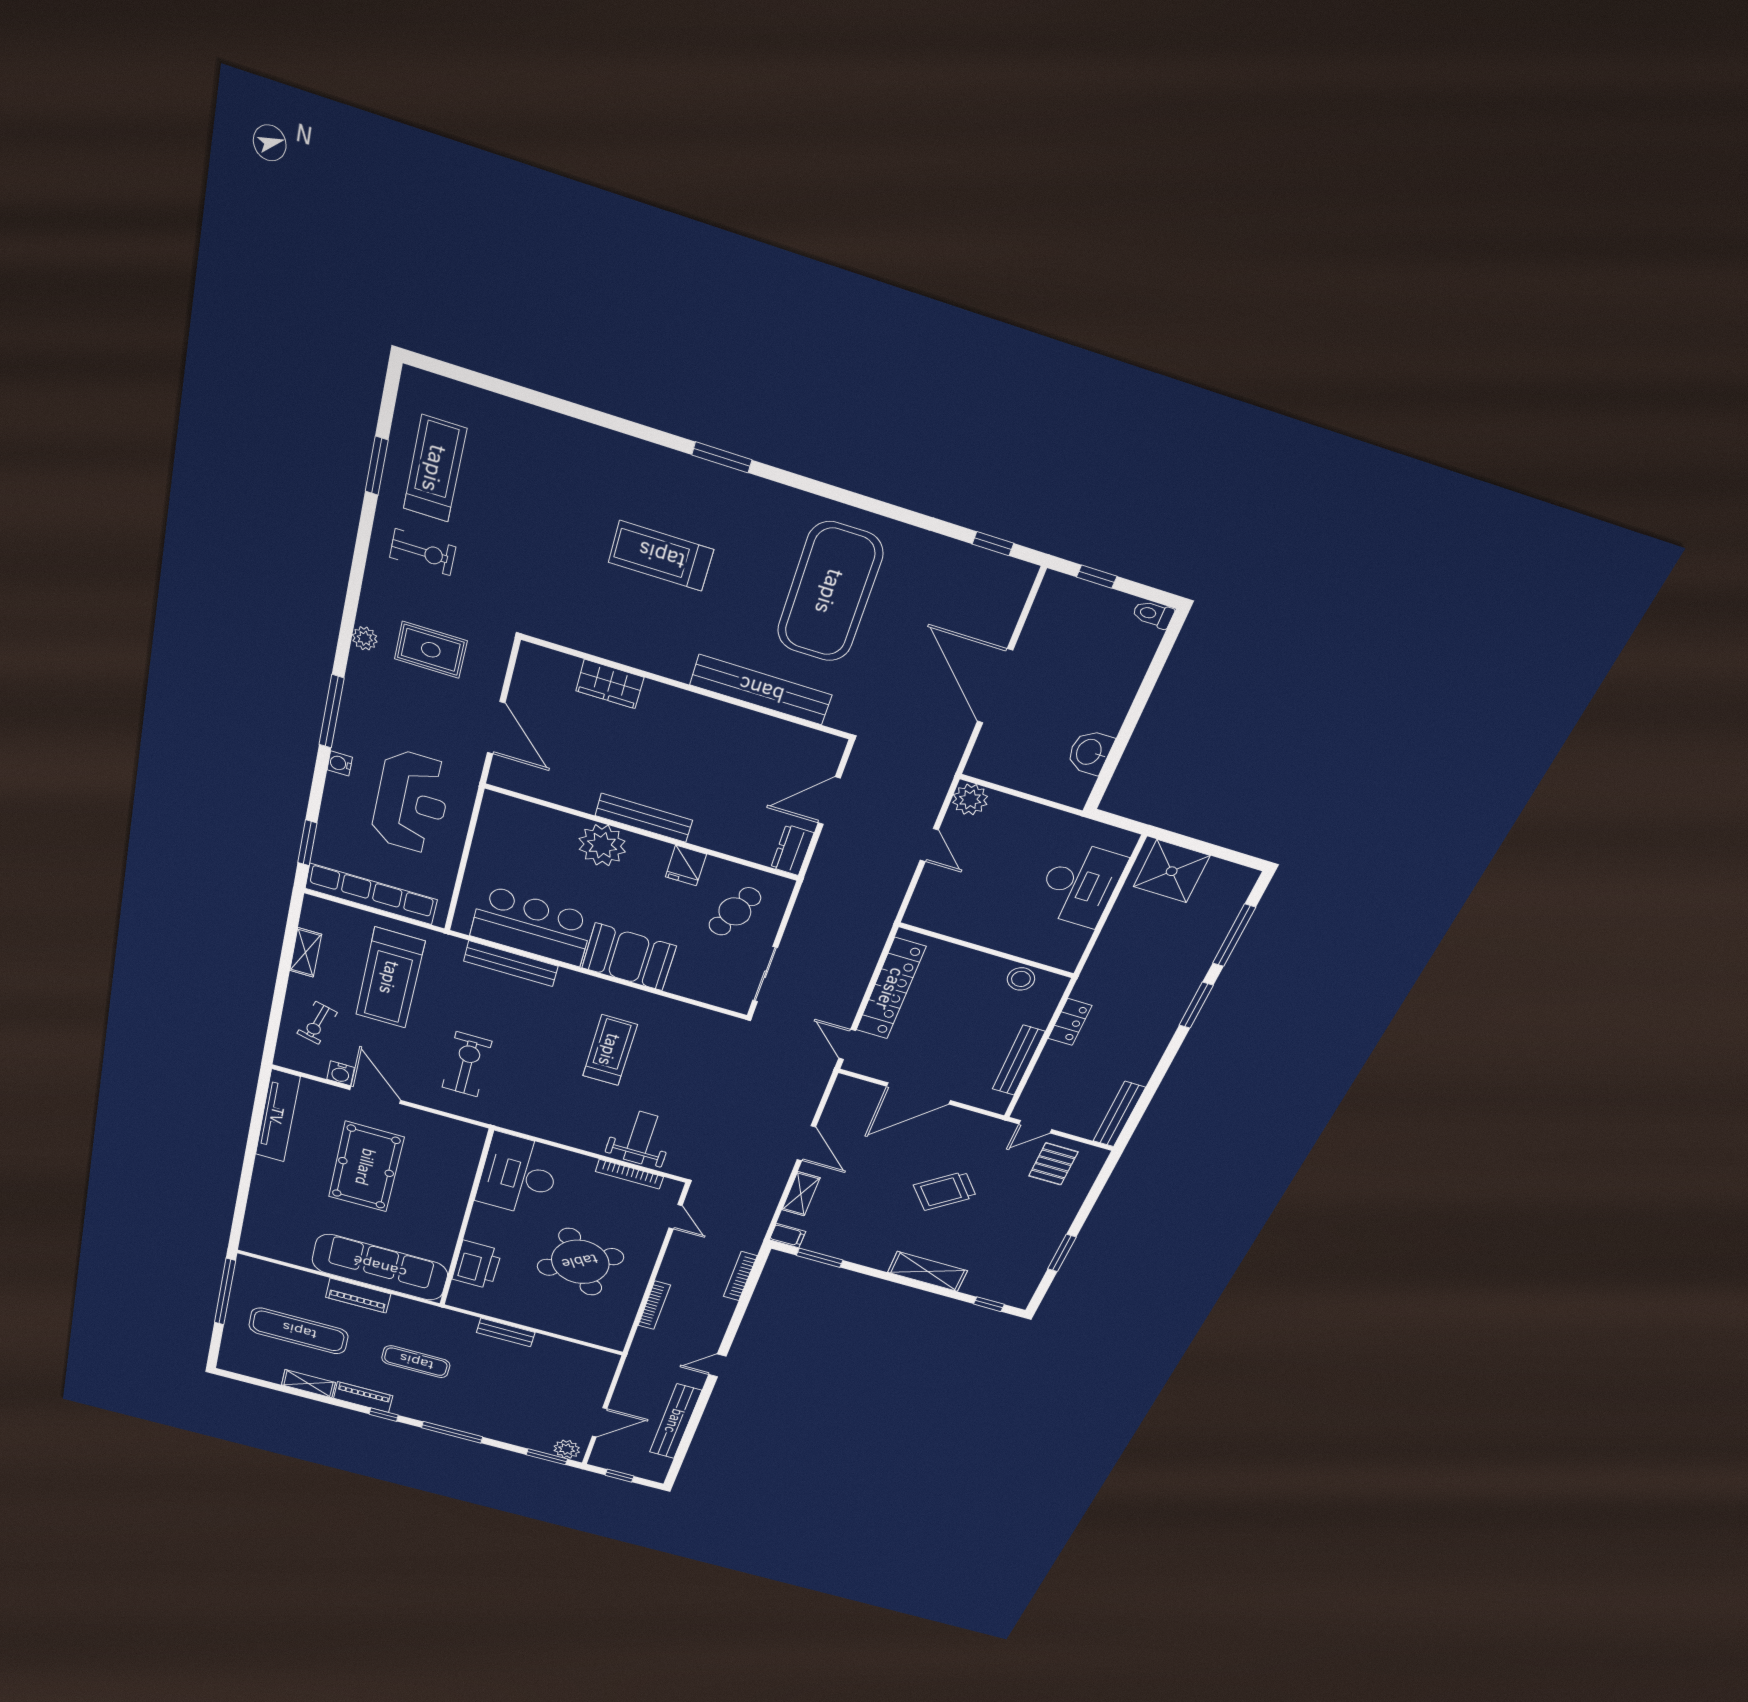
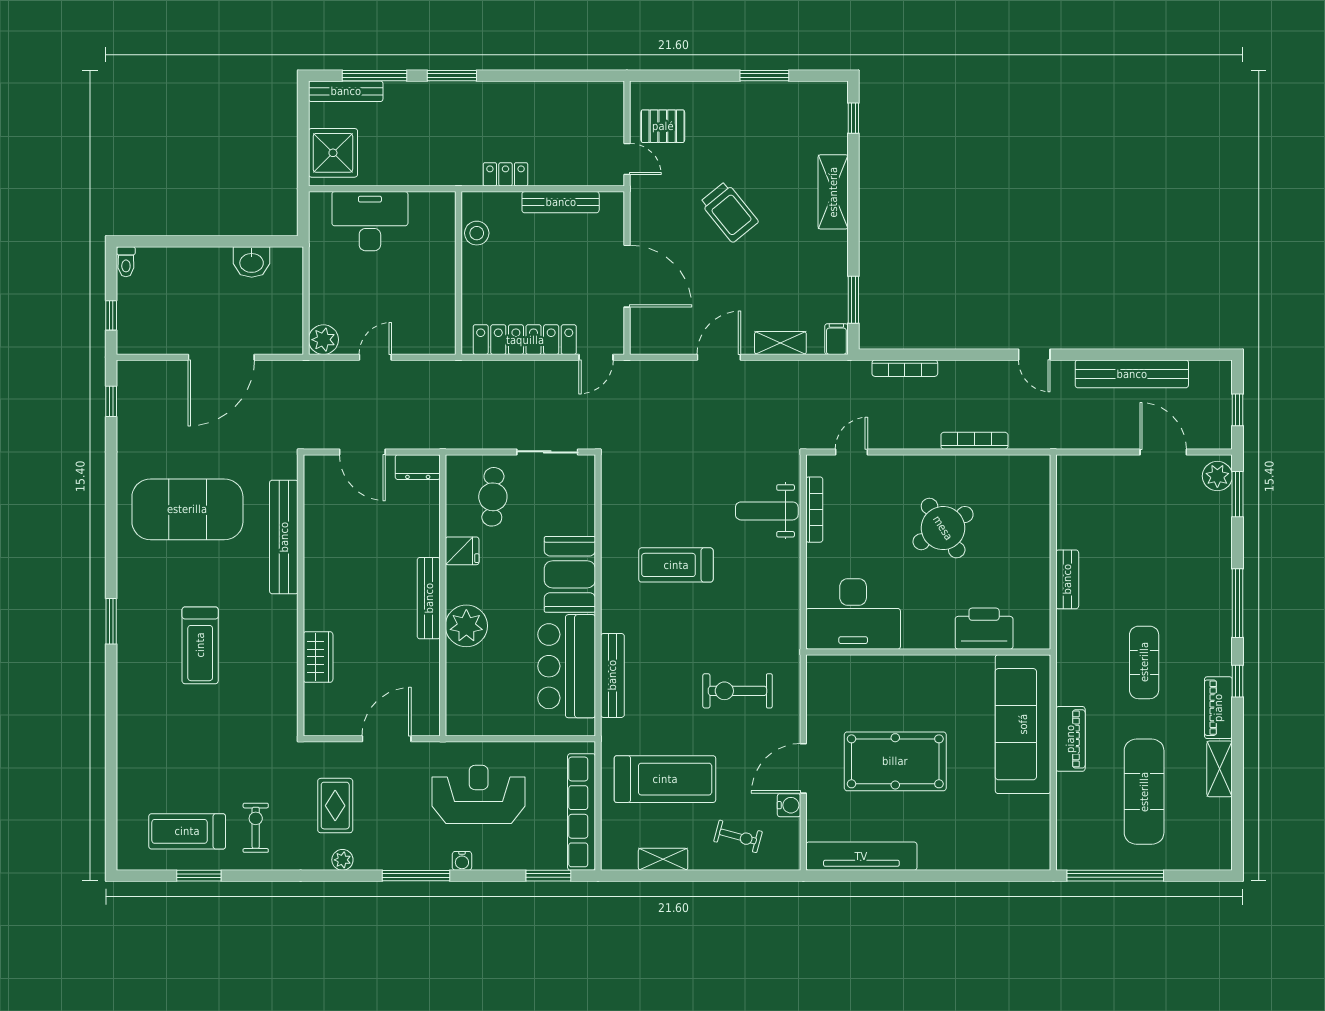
cafe table: (735, 911) -> (493, 497), turned 69
bench: (1119, 1114) -> (346, 91), moved
round table: (580, 1262) -> (943, 528), width x0.73, depth x0.73

